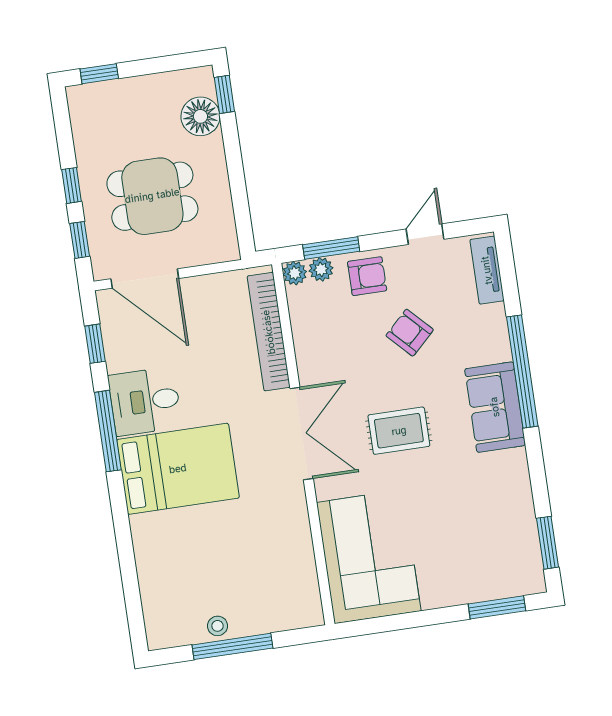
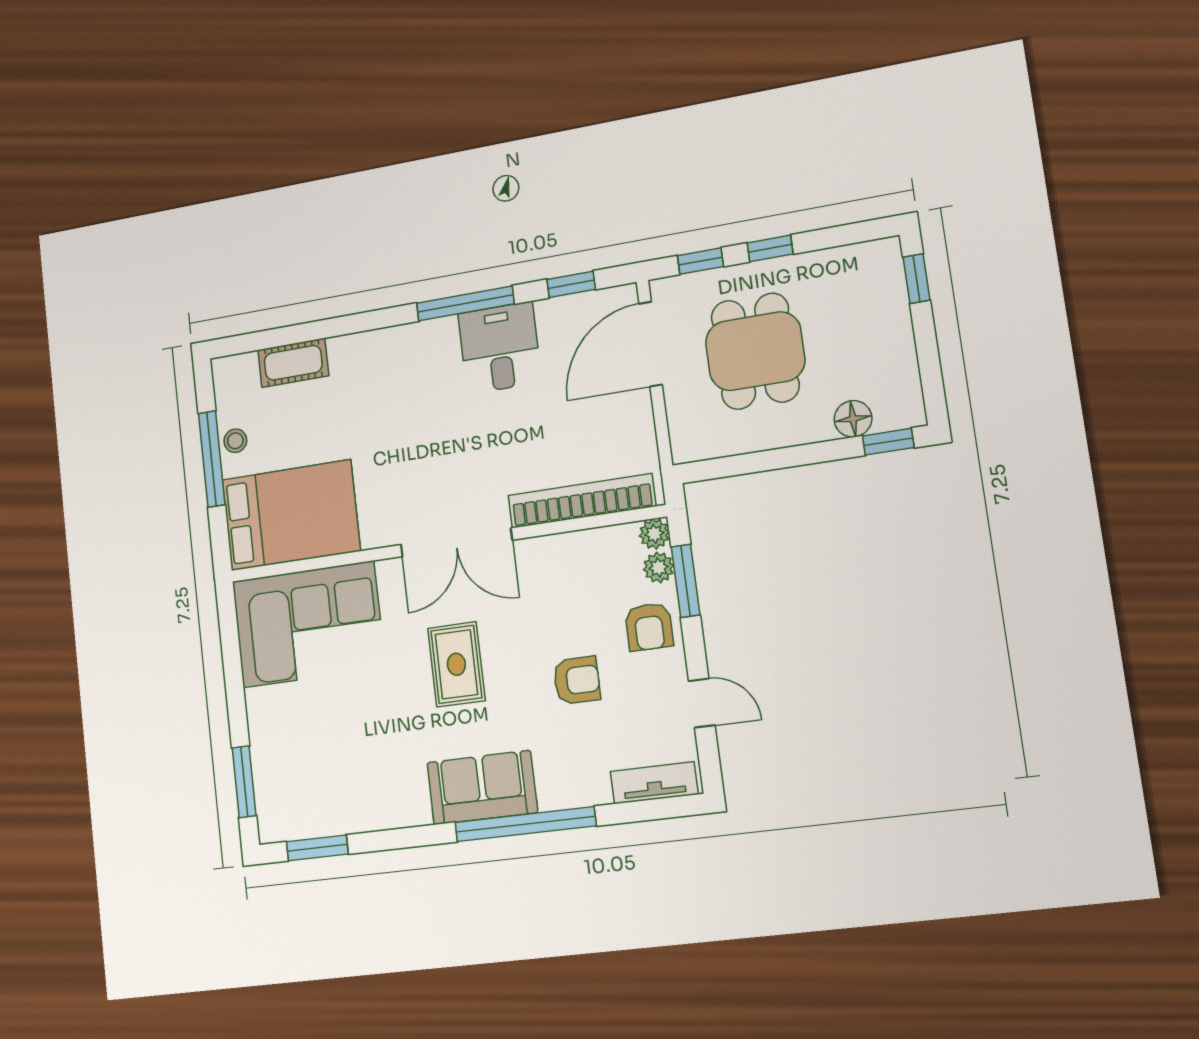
floor lamp: (200, 116) -> (853, 419), width x0.73, depth x0.73
armchair: (410, 333) -> (577, 680), turned 44
bed: (178, 469) -> (291, 515), moved, turned -90
cot: (153, 577) -> (293, 363), added

